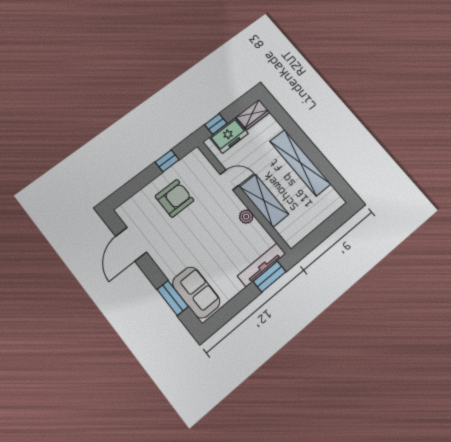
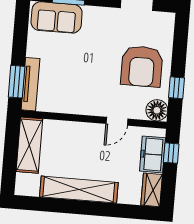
floor lamp: (196, 160) -> (157, 110), added
armchair: (175, 198) -> (142, 66), width x1.36, depth x1.36
shelving: (264, 201) -> (29, 145), moved, turned 90
plant: (246, 217) -> (77, 107), removed

